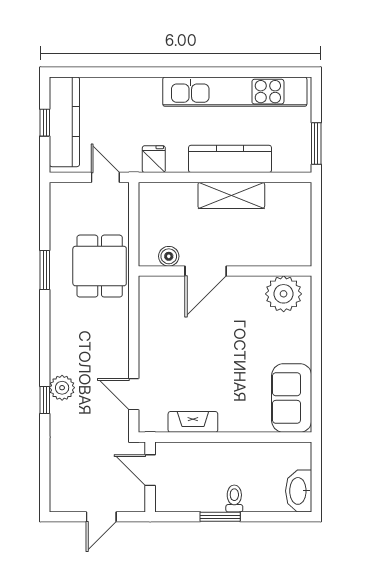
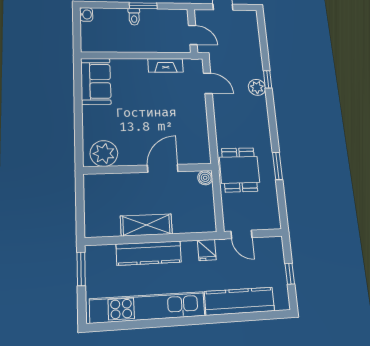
kitchen counter: (64, 122) -> (240, 301), moved, turned 90
boiler: (169, 256) -> (205, 178), moved
washbasin: (299, 491) -> (86, 14), width x0.52, depth x0.69

